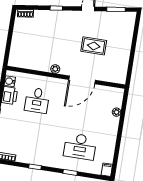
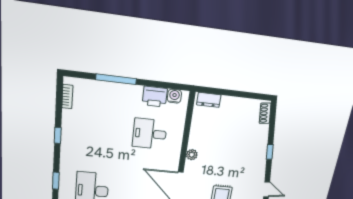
dresser: (14, 56) -> (209, 100), added

